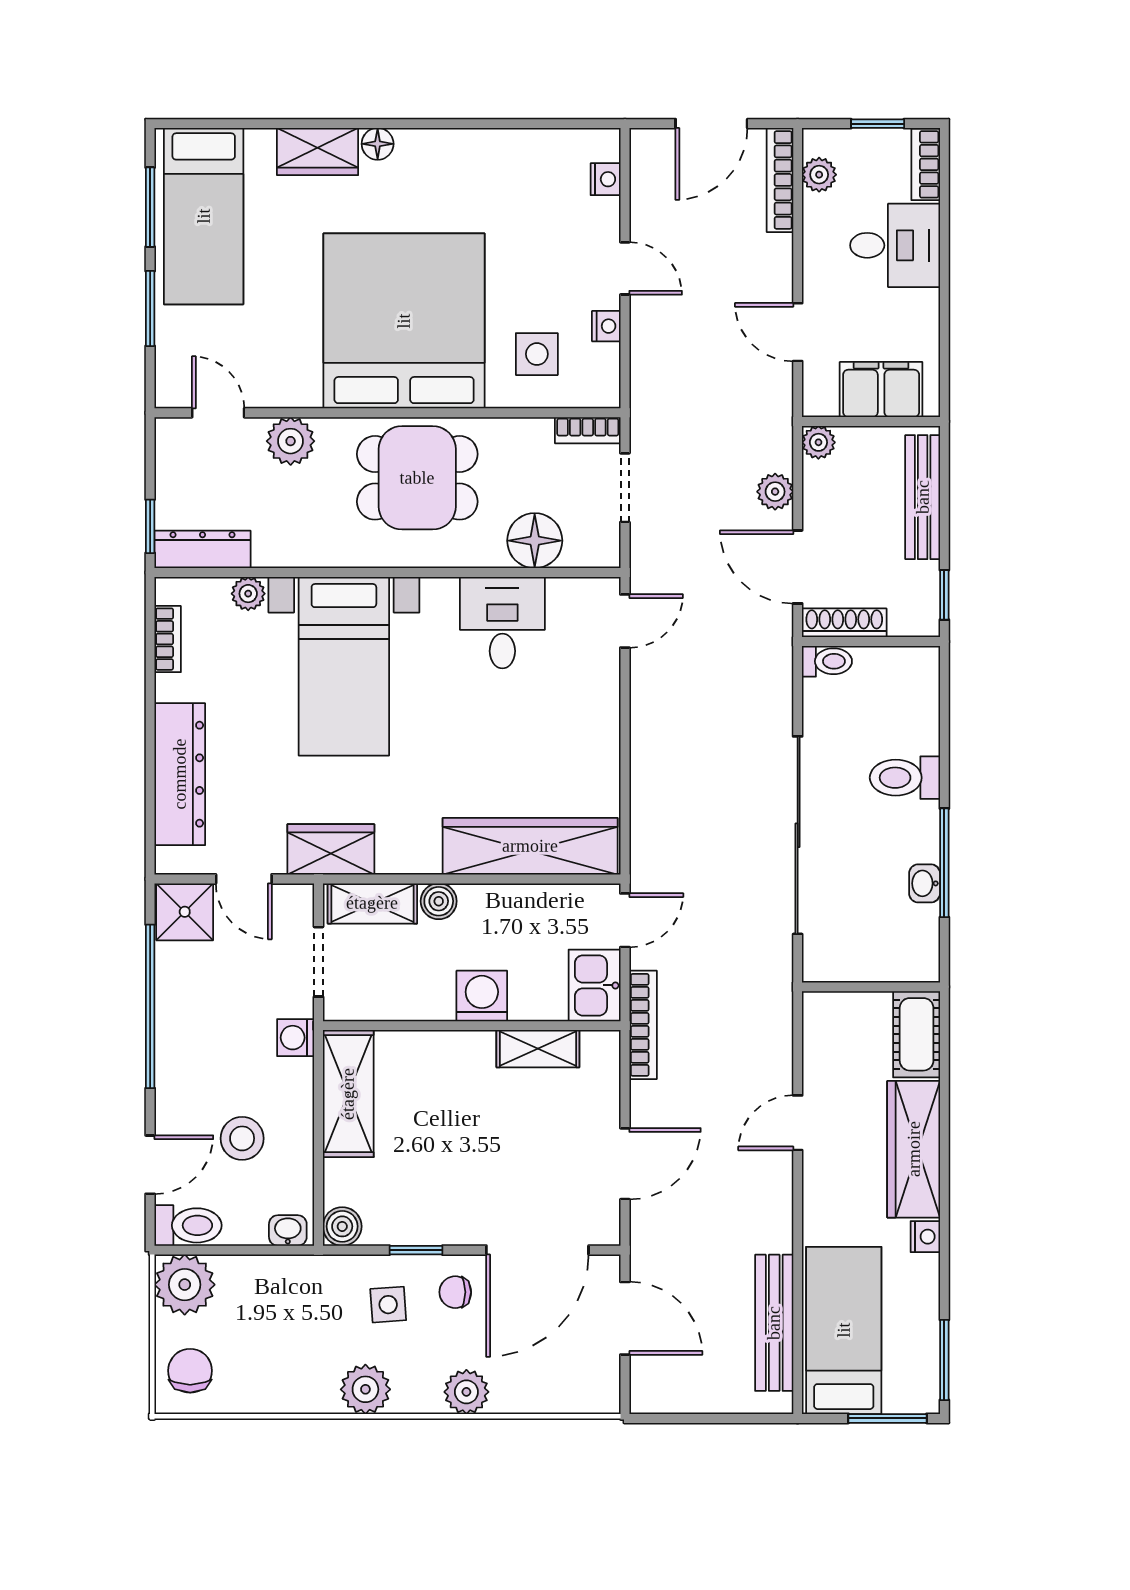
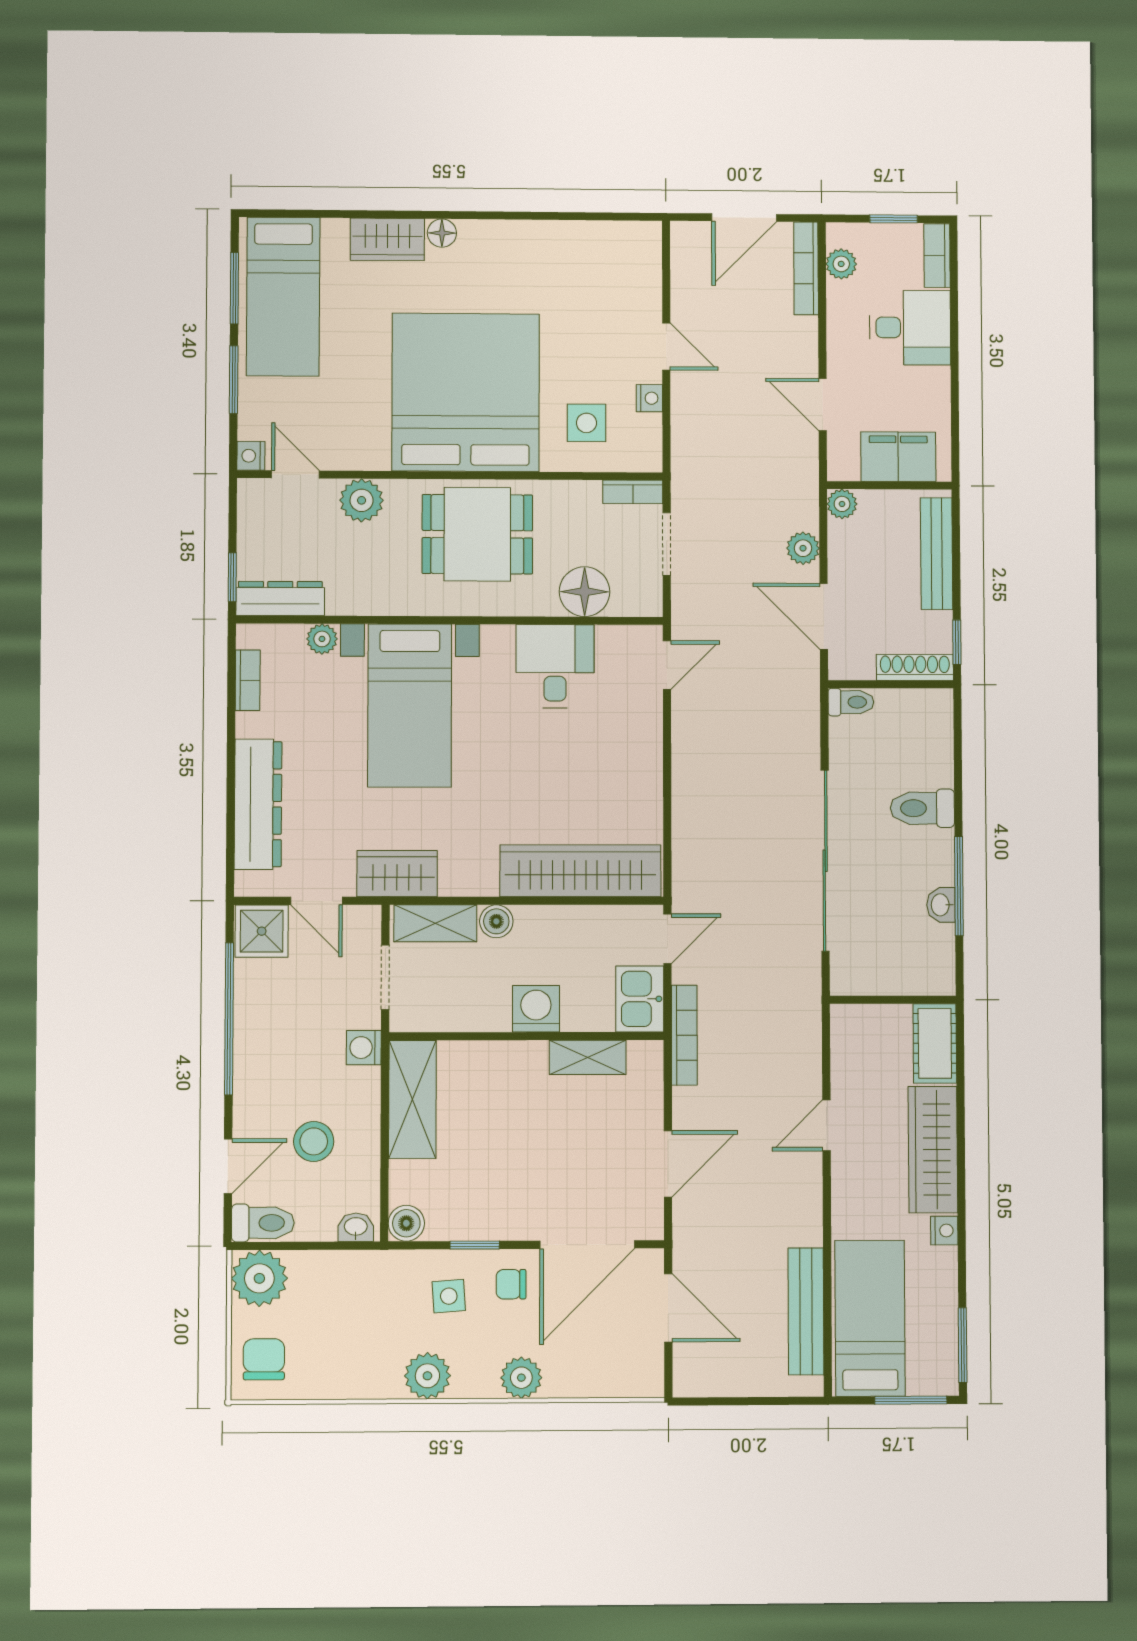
nightstand: (606, 179) -> (251, 456), moved, turned 180
shoe rack: (844, 623) -> (915, 667), moved

